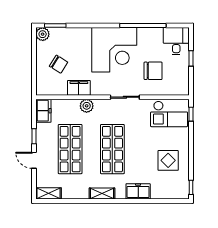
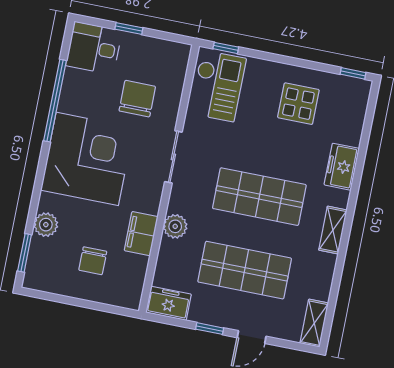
plant: (43, 34) -> (46, 225), moved
chair: (59, 64) -> (93, 261), turned 148

